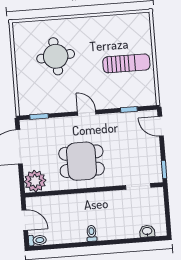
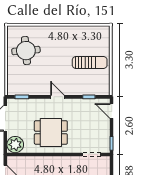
round table: (56, 56) -> (26, 51), moved

